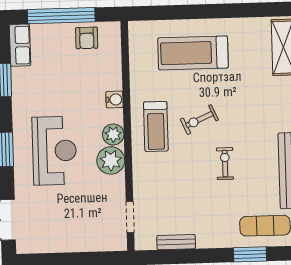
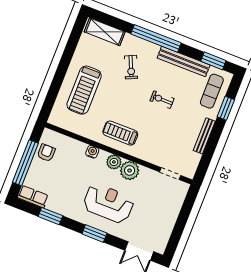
armchair: (87, 38) -> (46, 153), turned -90
exercise bike: (199, 120) -> (131, 67), moved
treadmill: (156, 126) -> (120, 133), turned 180
bench: (176, 242) -> (204, 136), moved, width x1.36

